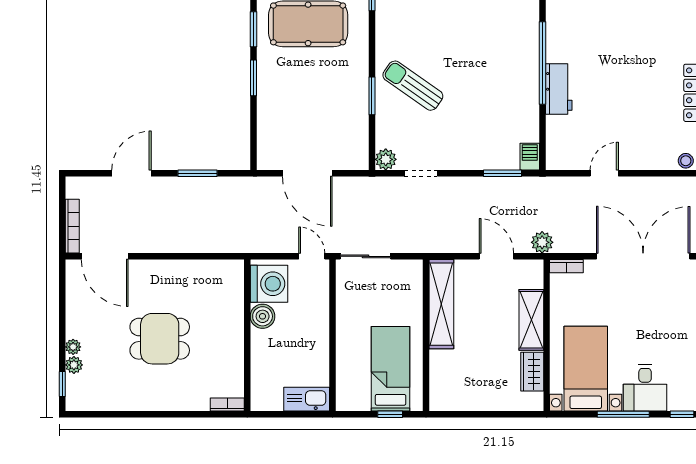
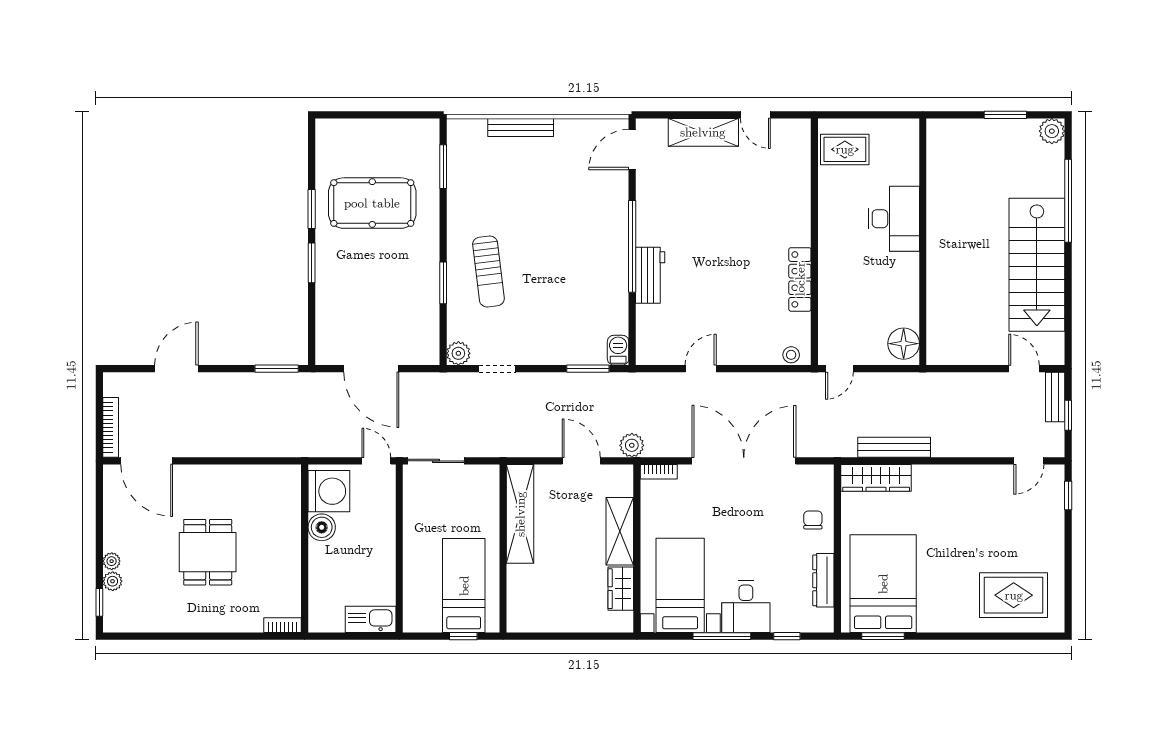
sun lounger: (413, 86) -> (488, 271), turned -132
window: (197, 173) -> (277, 369), moved
dining table: (160, 339) -> (208, 552), turned 90

